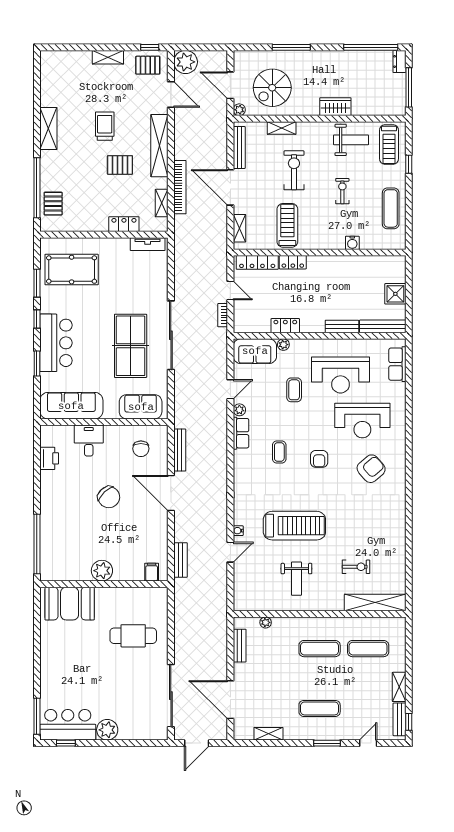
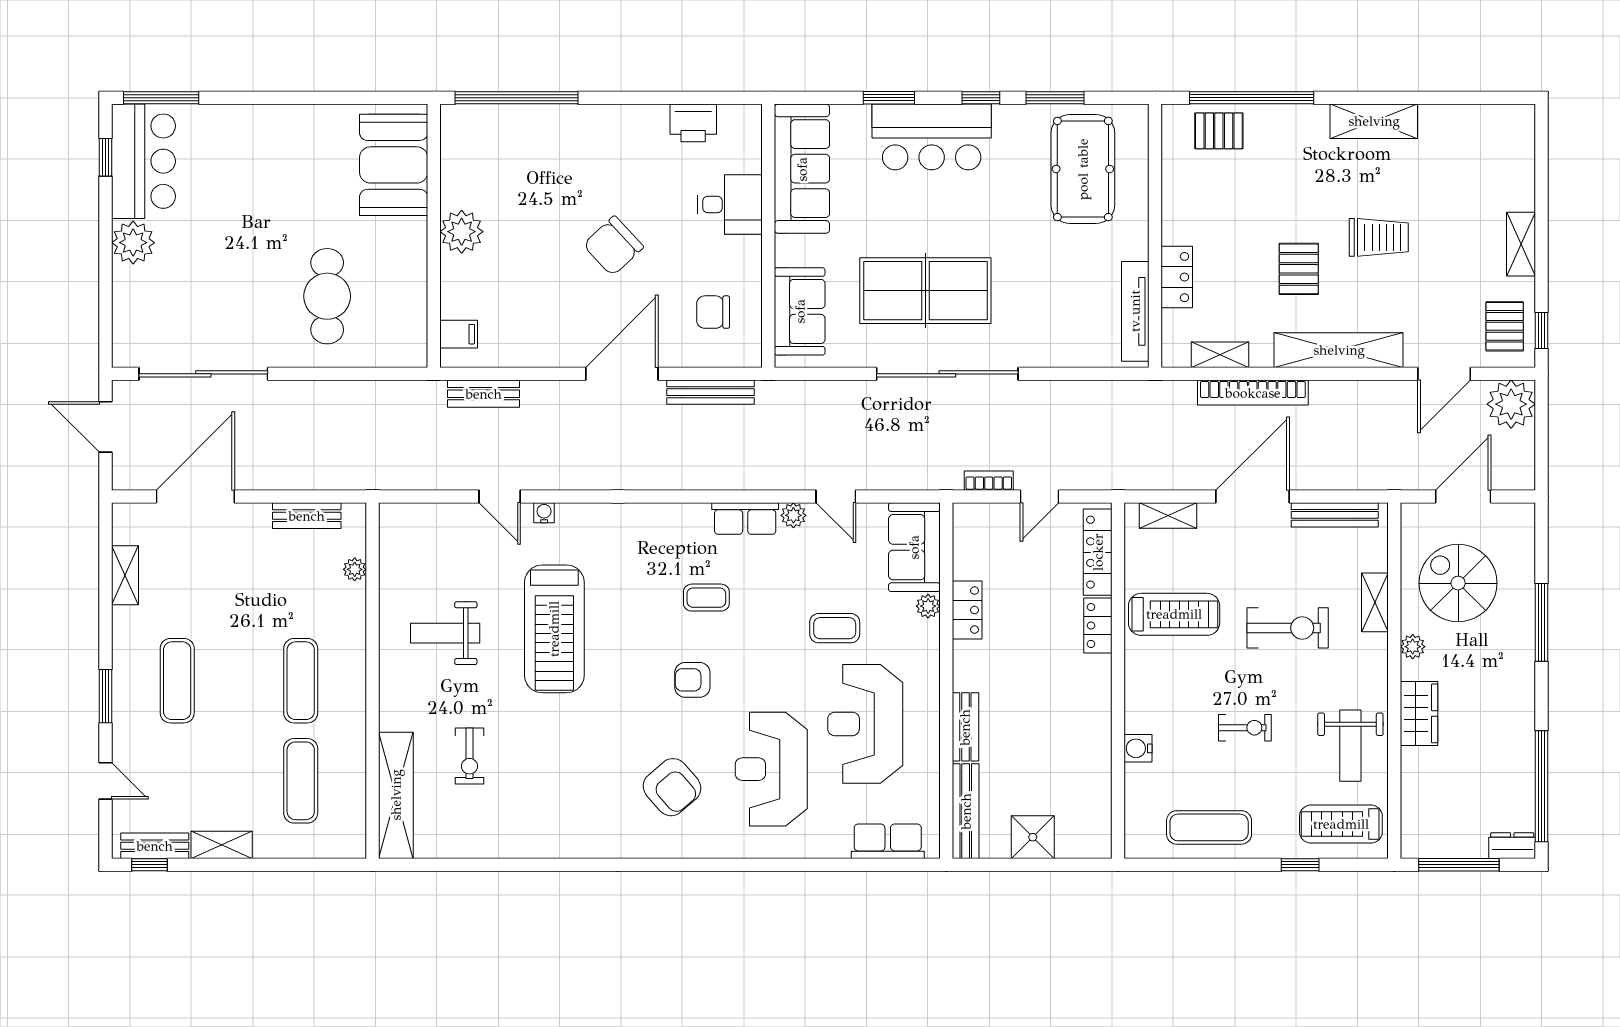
plant: (239, 110) -> (1413, 647), moved
tv unit: (148, 244) -> (1135, 311), width x1.41

